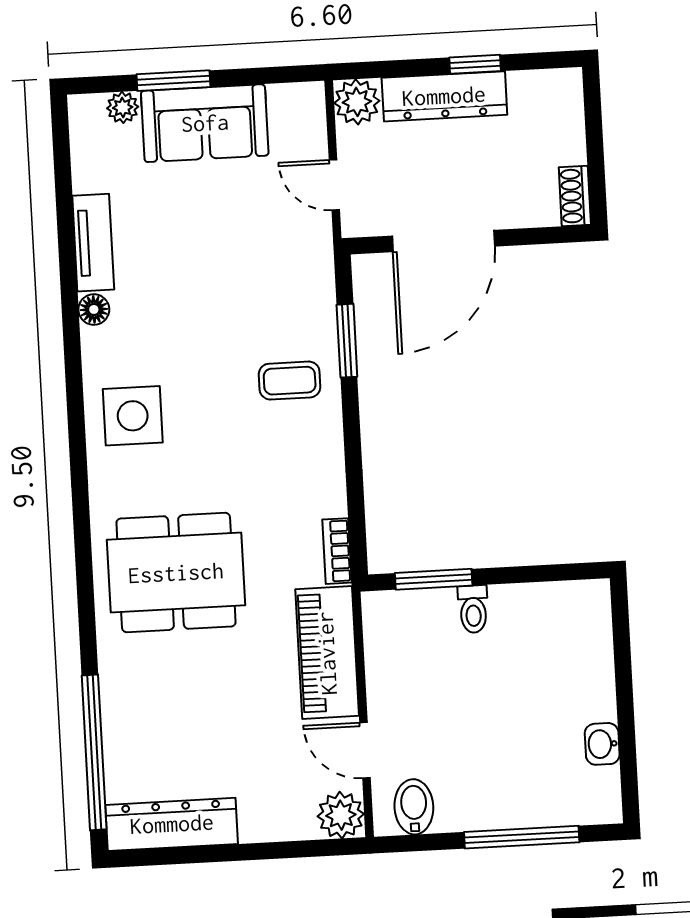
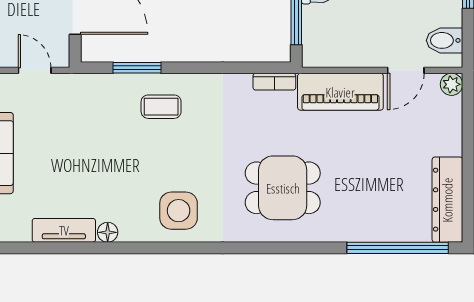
door: (334, 185) -> (35, 70), swing flipped
coffee table: (290, 381) -> (161, 107), turned 90
dining table: (176, 573) -> (283, 188), width x0.73
plant: (341, 815) -> (452, 84), width x0.73, depth x0.73

